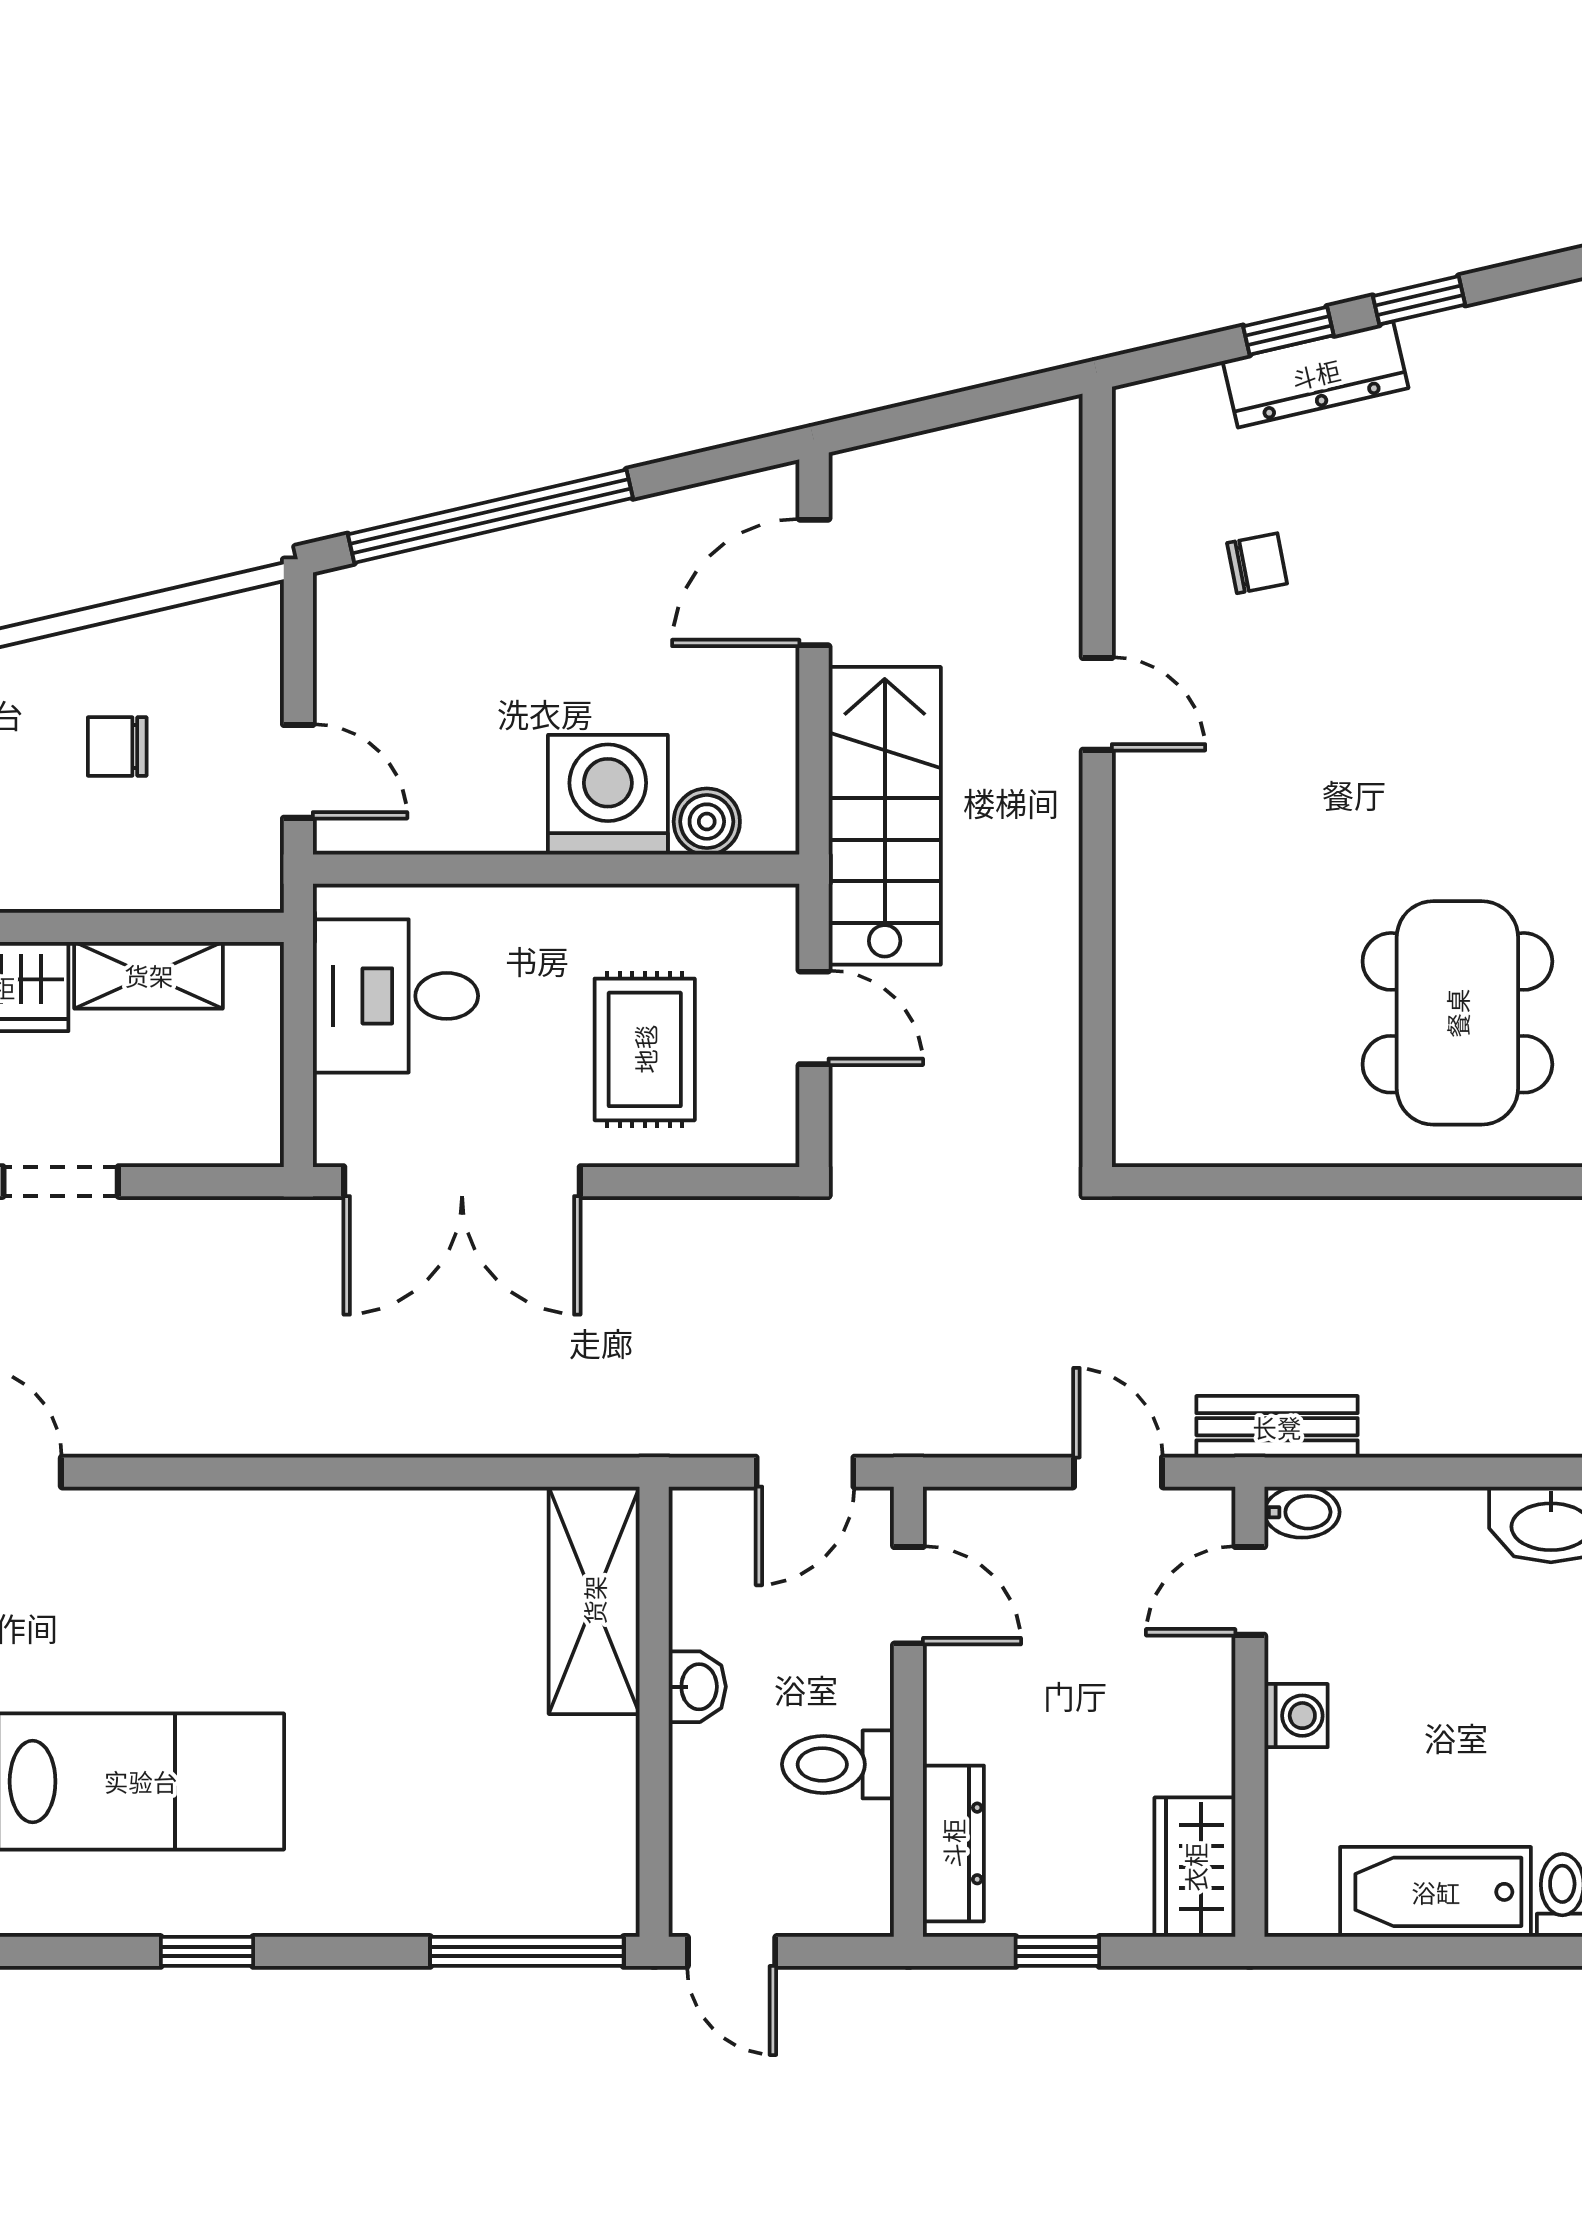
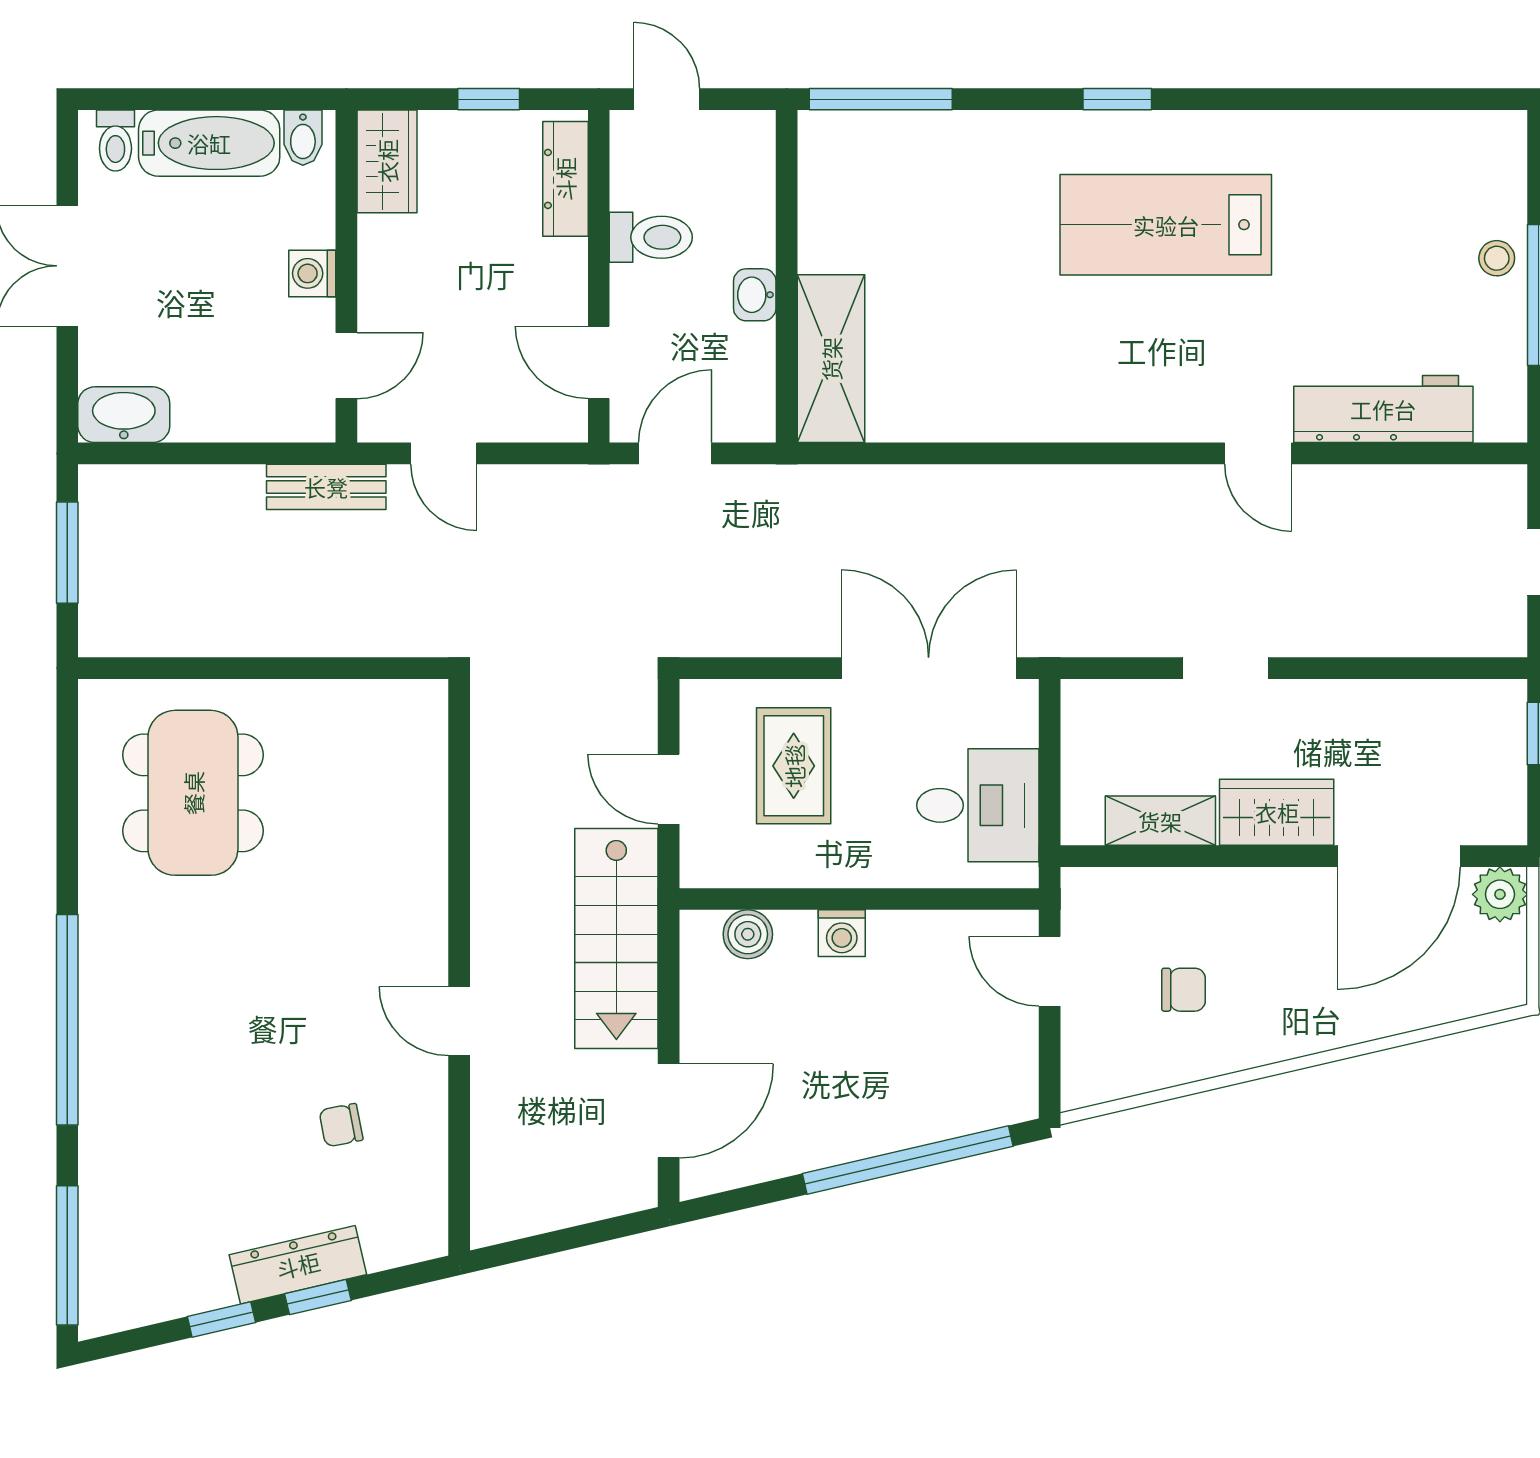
washing machine: (608, 795) -> (842, 933), width x0.53, depth x0.53
bidet: (1302, 1512) -> (303, 138), moved, turned -90
door: (732, 1951) -> (667, 99), moved

